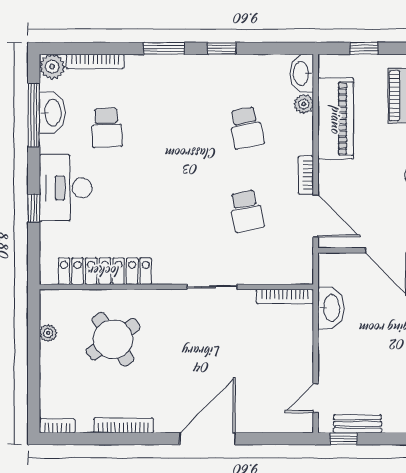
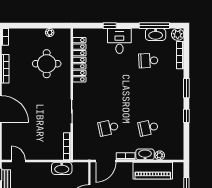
washbasin: (302, 73) -> (145, 154), moved
desk: (66, 188) -> (119, 41), width x0.73
round table: (113, 339) -> (47, 64), turned 34

